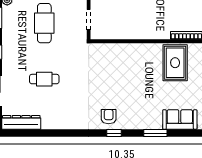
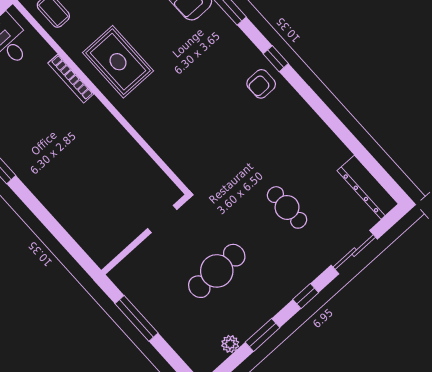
rug: (175, 63) -> (118, 62), turned 90

